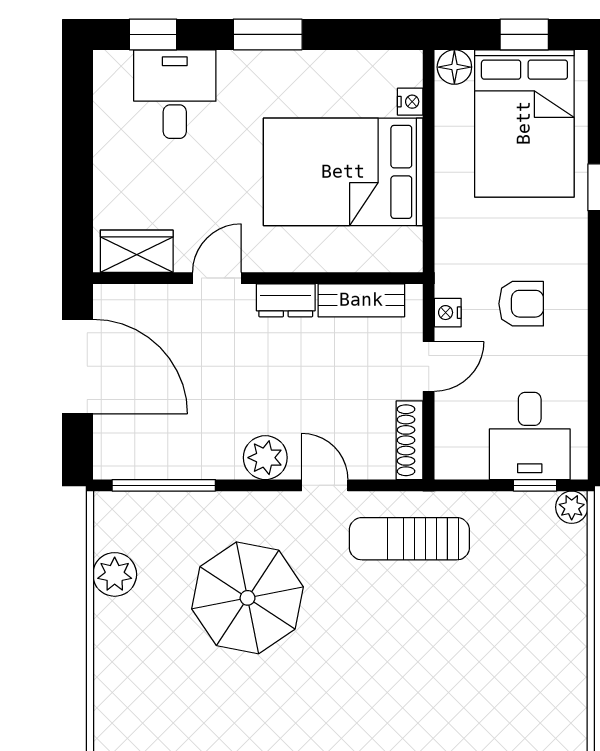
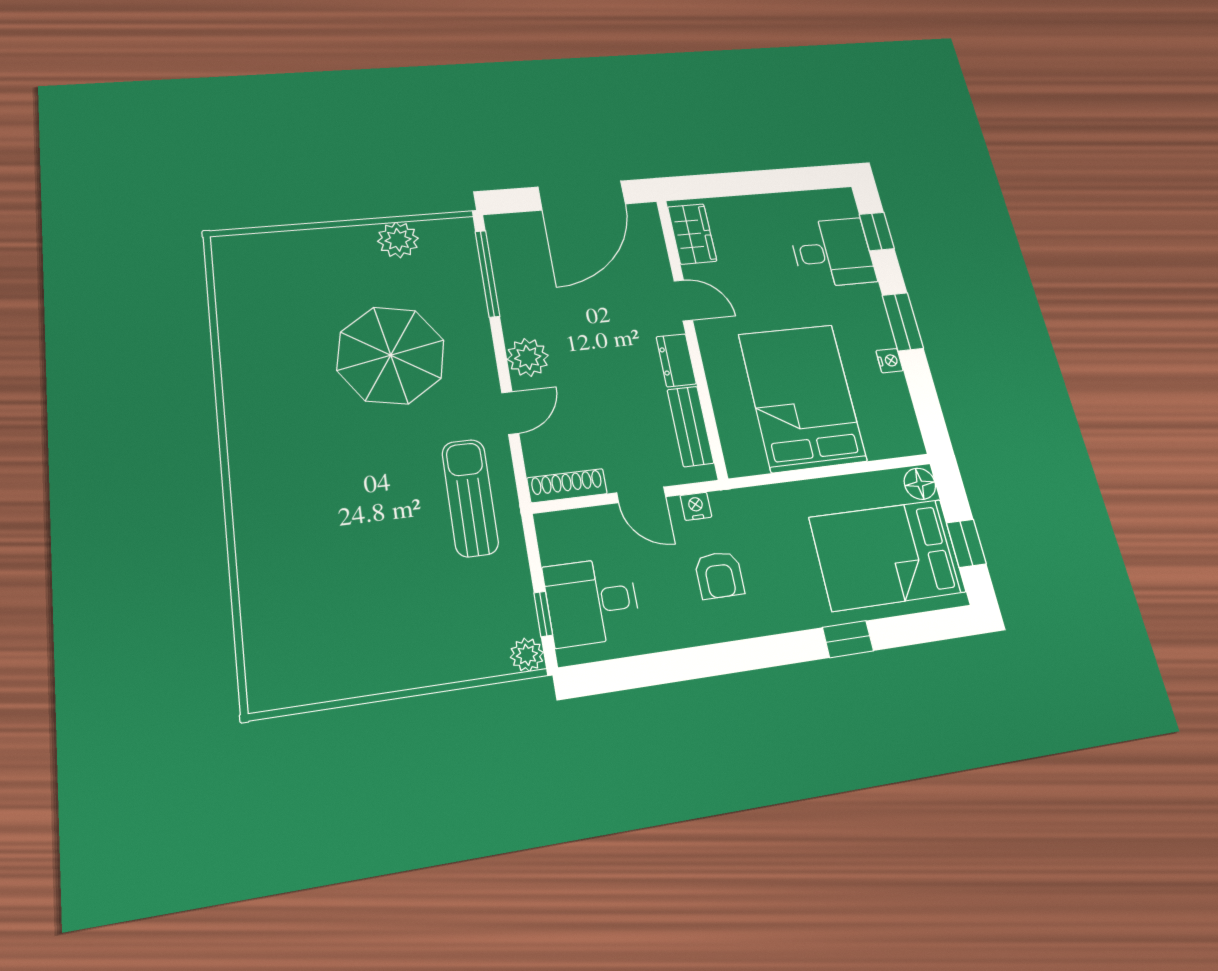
nightstand: (410, 102) -> (889, 361), moved, turned -90

